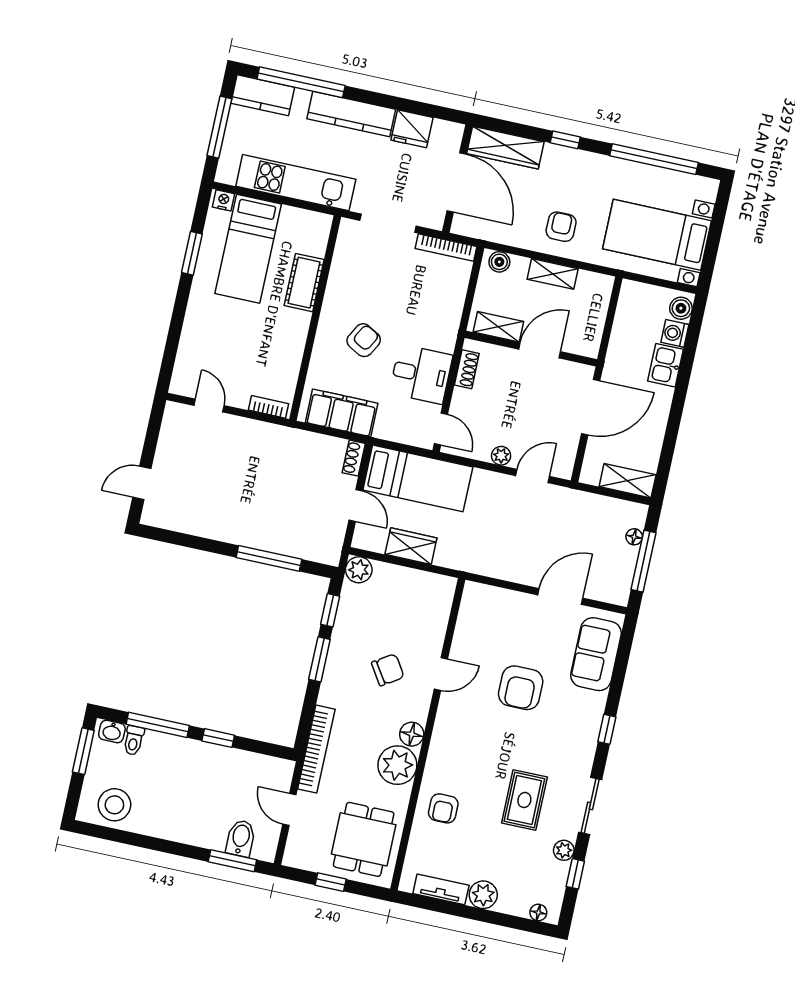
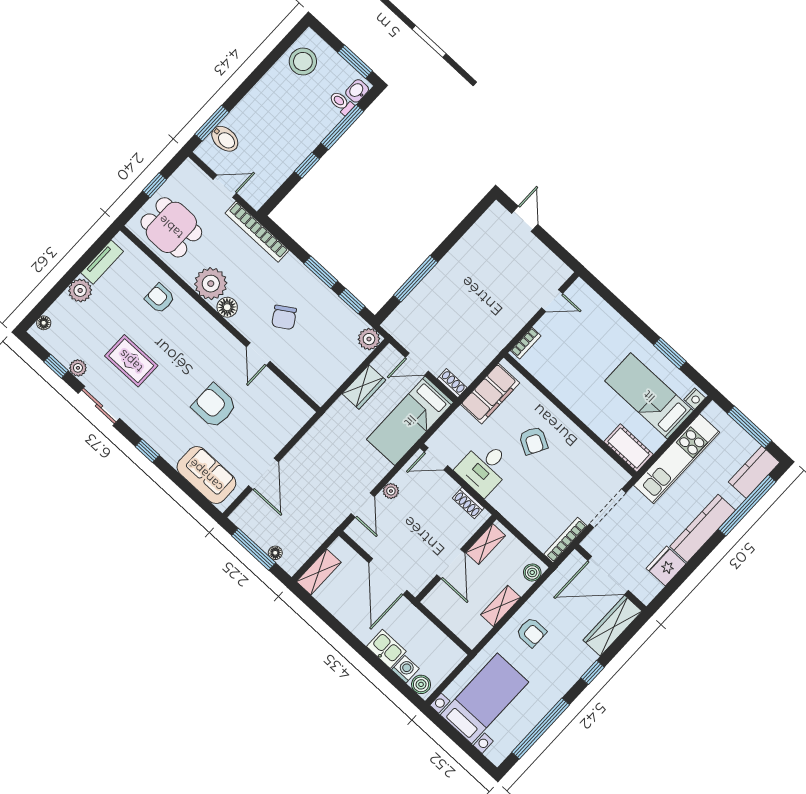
cot: (304, 283) -> (629, 448), moved

